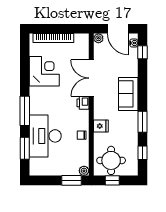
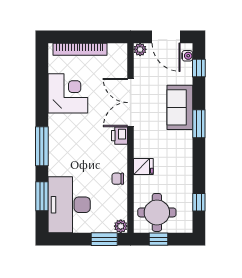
sofa: (128, 94) -> (180, 107), moved
window: (143, 122) -> (199, 124), moved
desk: (45, 136) -> (69, 205), moved

